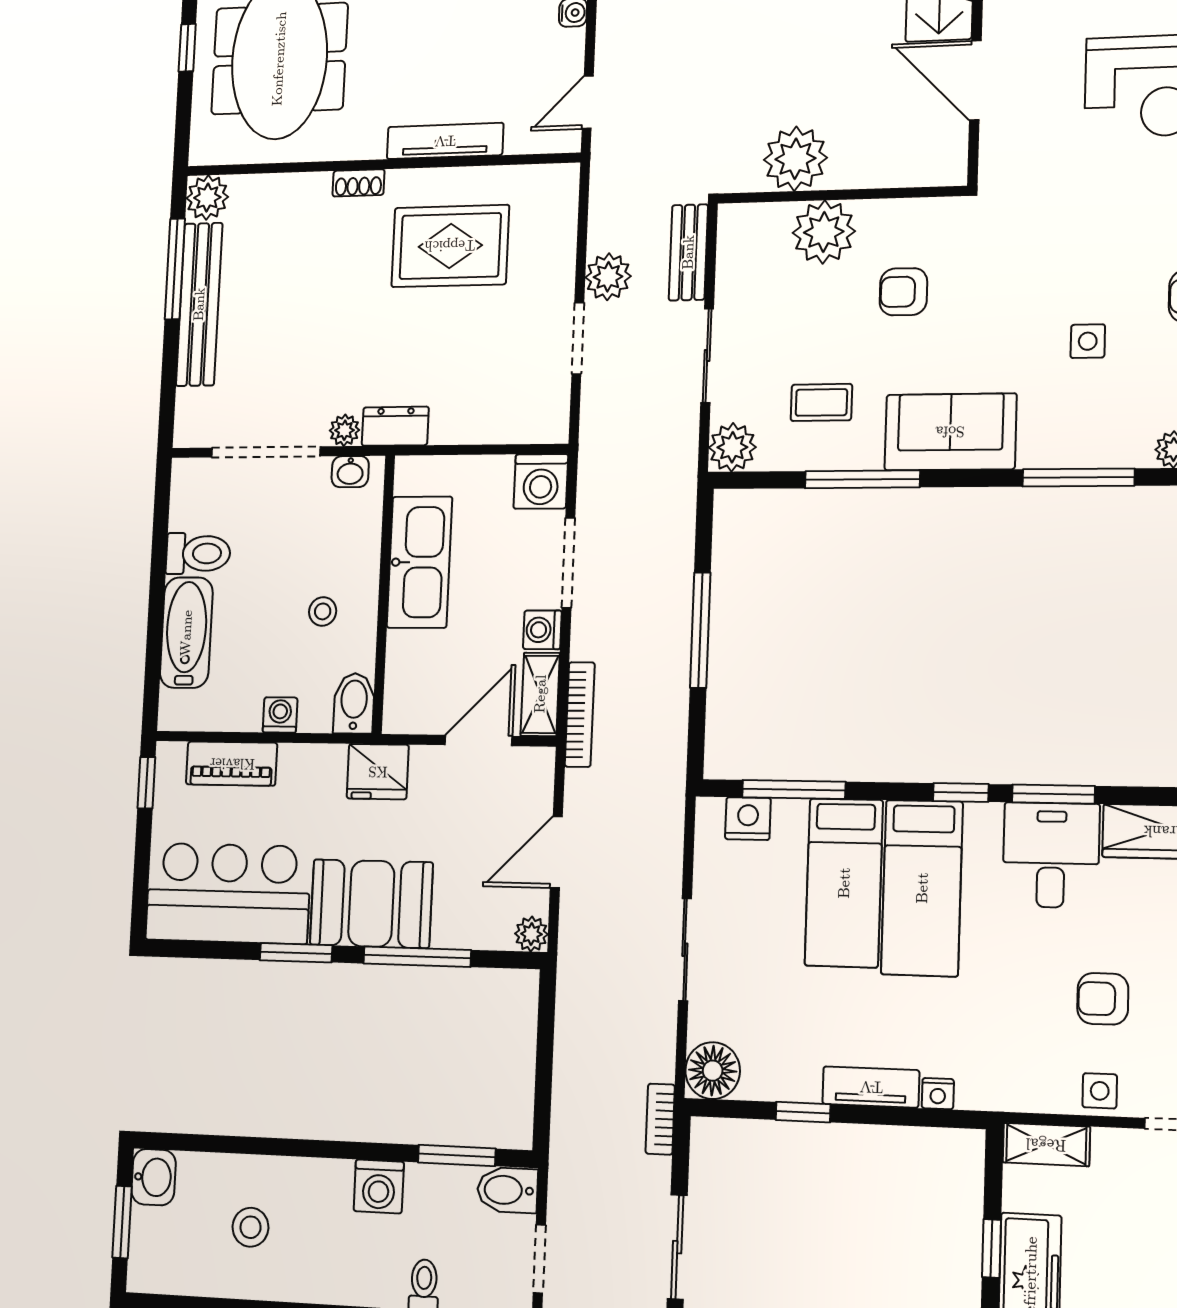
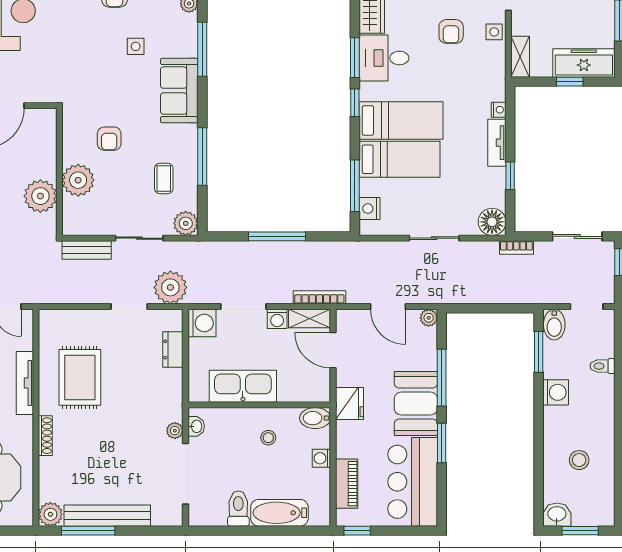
shoe rack: (359, 183) -> (45, 436), width x1.43
plant: (608, 277) -> (170, 287), moved, width x1.36, depth x1.36
dresser: (395, 426) -> (173, 349), moved
sofa: (950, 432) -> (179, 91), moved

